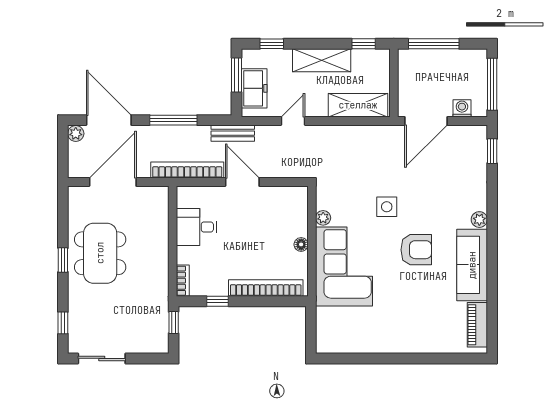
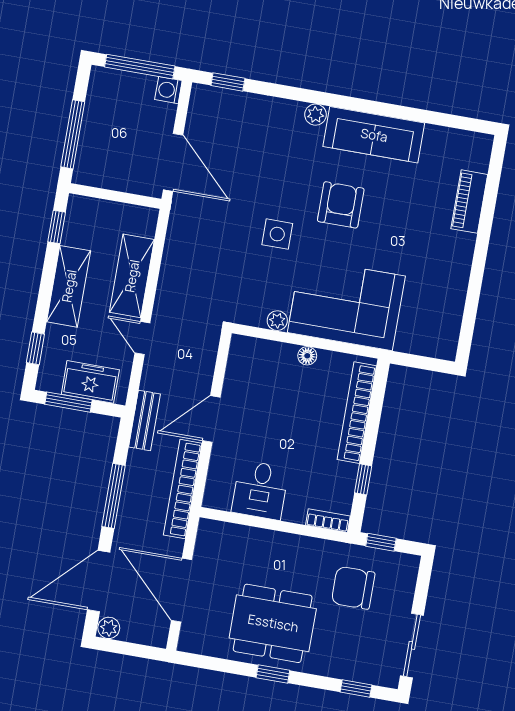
shelving: (358, 105) -> (132, 276), moved
washing machine: (462, 108) -> (168, 90), moved
chair: (137, 308) -> (353, 588), added
piano: (477, 325) -> (469, 202), moved, turned 90

